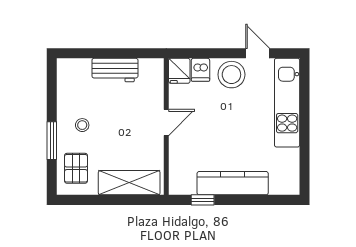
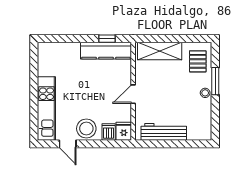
workbench: (115, 70) -> (164, 132), width x1.38
stool: (82, 125) -> (205, 93), moved
kitchen counter: (233, 183) -> (106, 51), moved

